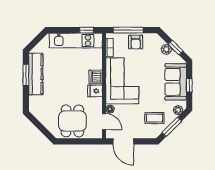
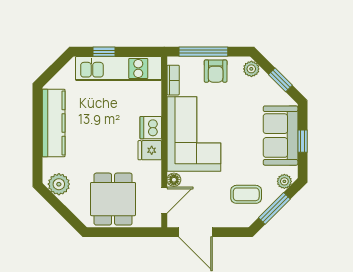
window: (86, 30) -> (104, 52), moved
plant: (166, 49) -> (251, 69), moved
window: (26, 75) -> (38, 125), removed
plant: (39, 112) -> (59, 184), added
door: (104, 122) -> (164, 200), hinge flipped

